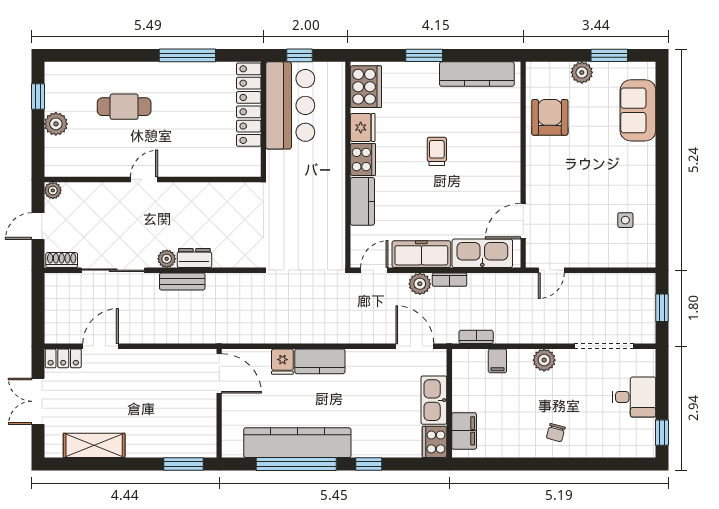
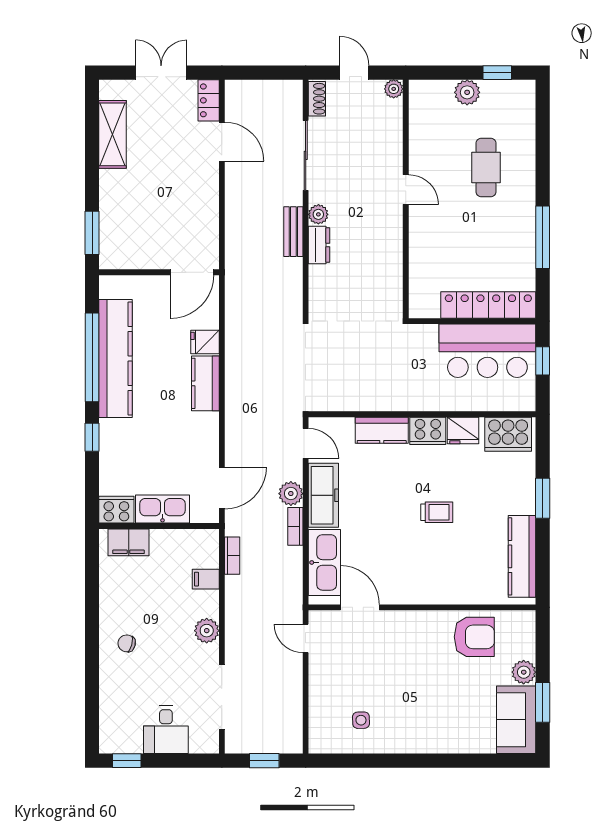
sofa: (638, 110) -> (516, 720), moved, turned -90

